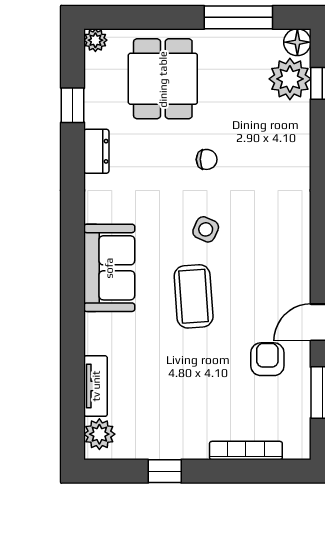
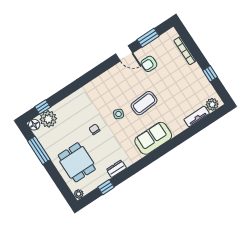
dining table: (163, 79) -> (77, 162), turned 90

